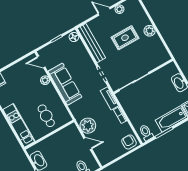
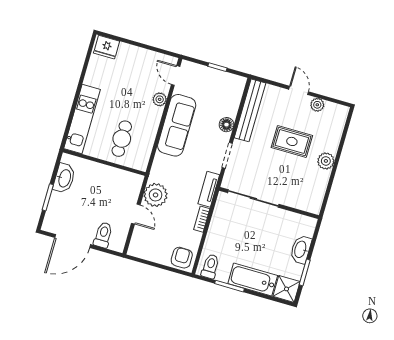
floor lamp: (74, 37) -> (226, 125), moved

